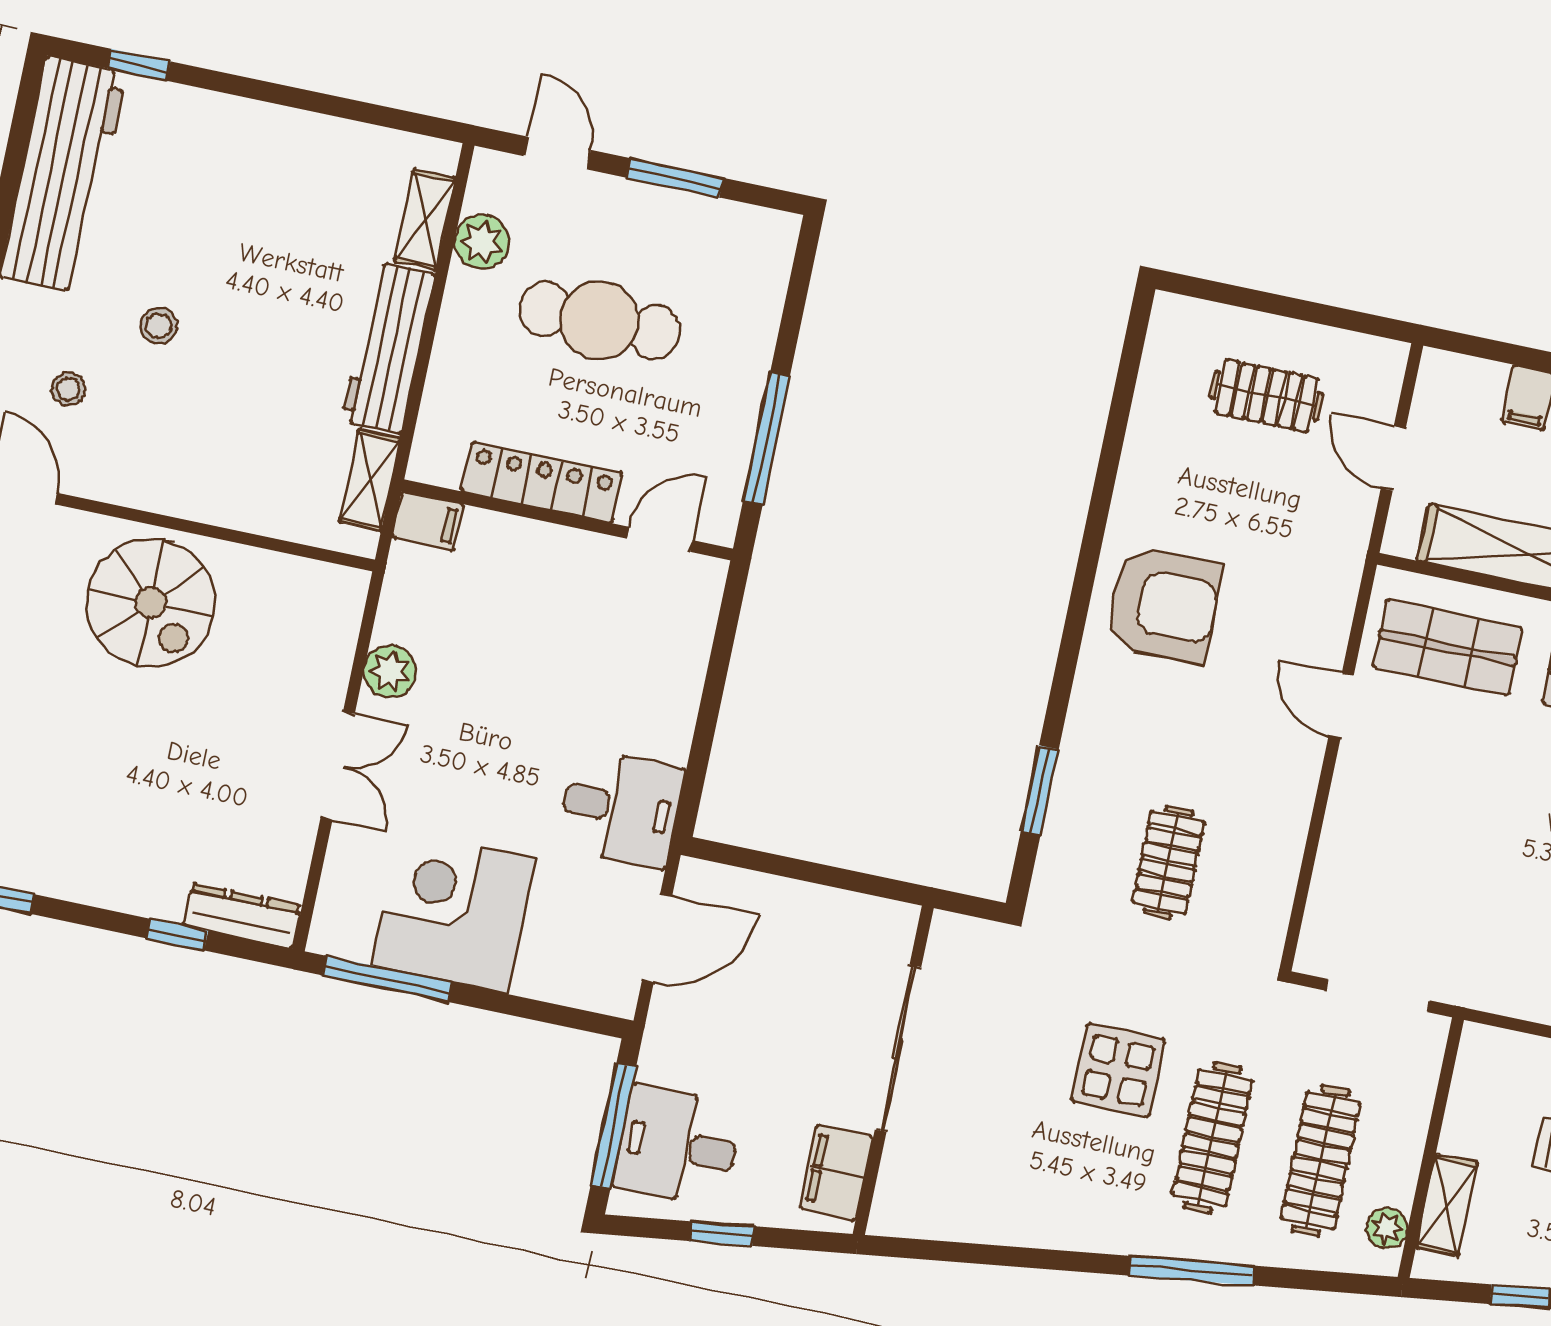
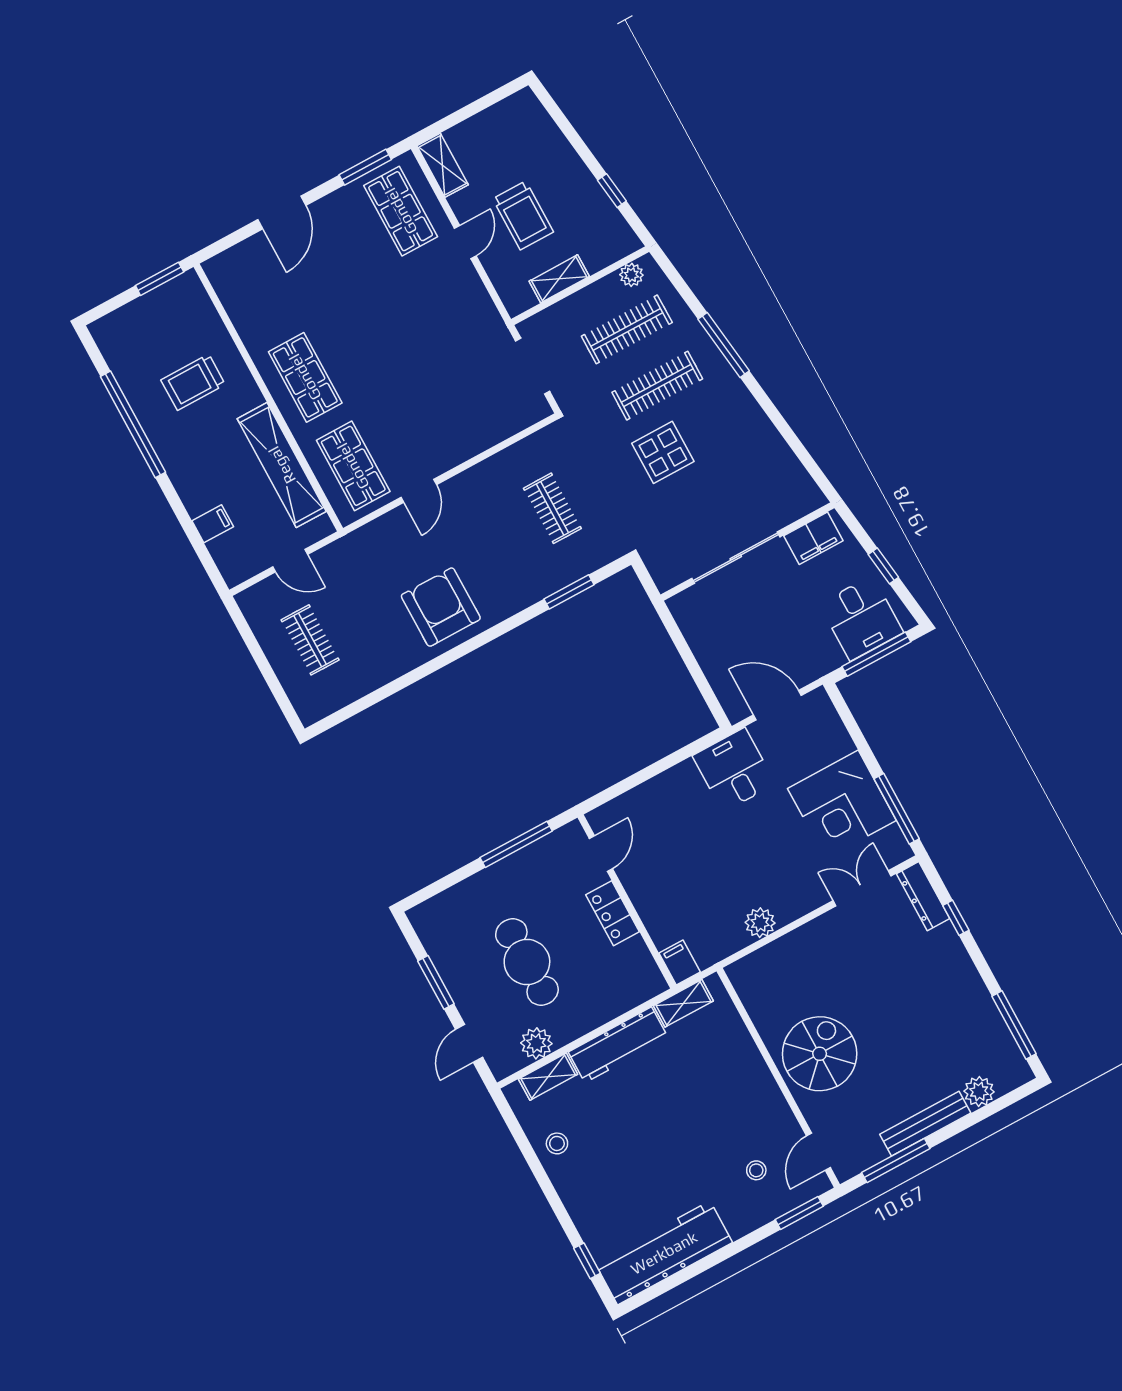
stool: (159, 326) -> (557, 1143), moved
door: (1393, 458) -> (290, 561), hinge flipped
locker: (542, 482) -> (613, 913), width x0.66
door: (660, 539) -> (601, 853), swing flipped
double door: (338, 766) -> (862, 888), moved
clothes rail: (1168, 862) -> (552, 508), turned 90
shelving: (1447, 1205) -> (559, 279), moved

